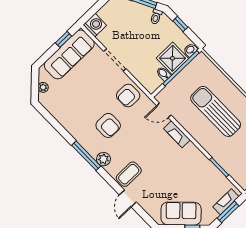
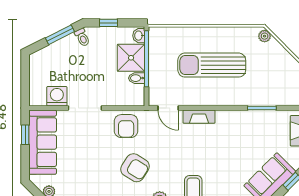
washing machine: (95, 25) -> (57, 96), moved
door: (164, 110) -> (168, 108), hinge flipped
armchair: (108, 125) -> (135, 168), turned 32

